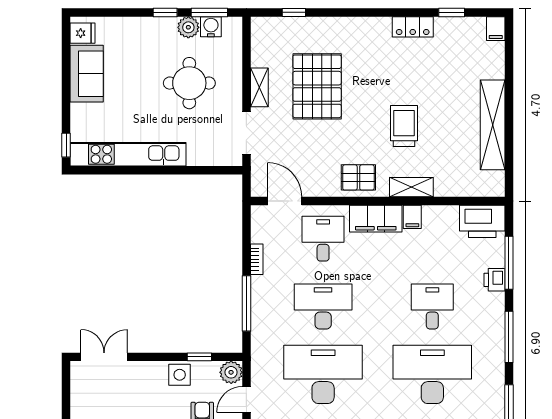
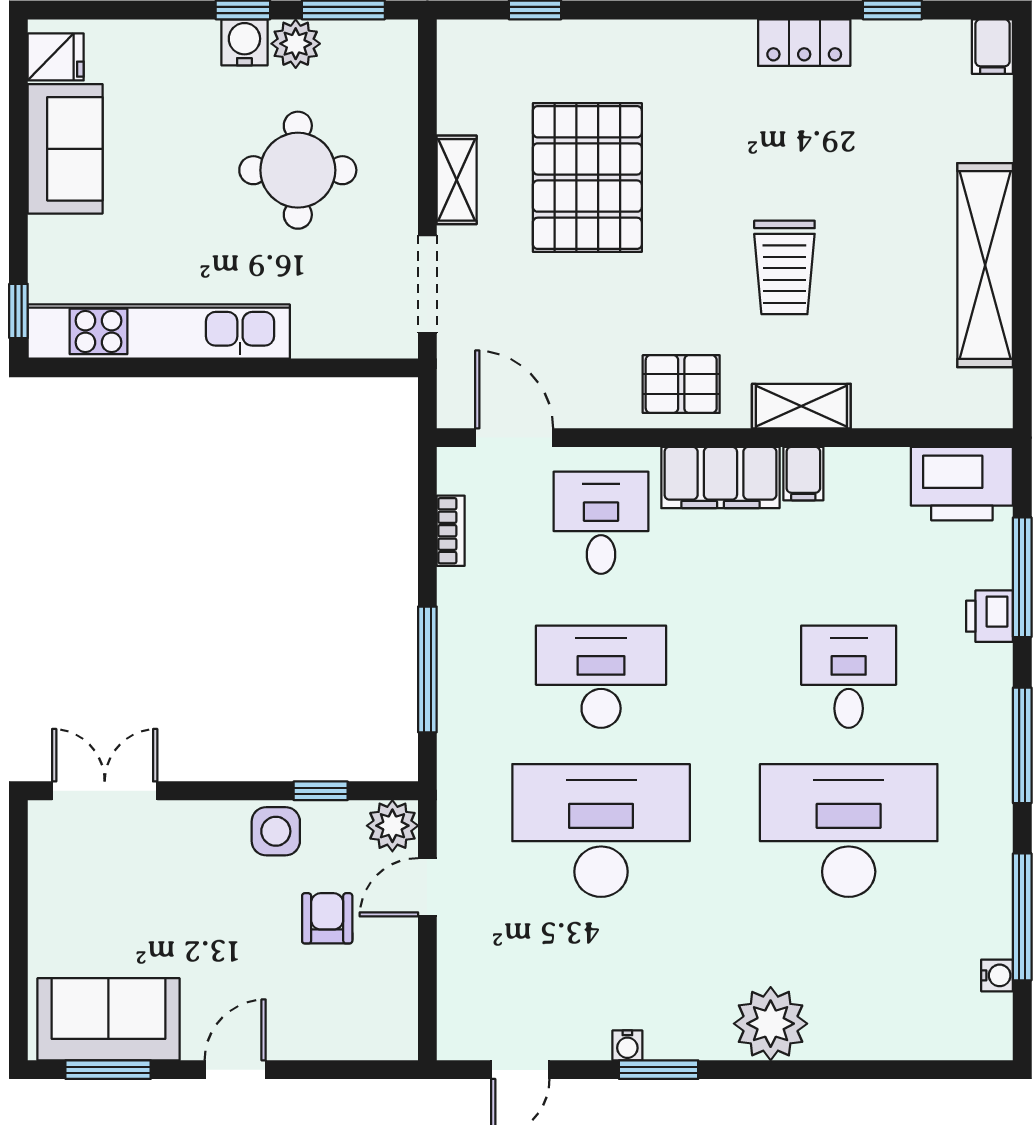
water cooler: (211, 27) -> (244, 42), moved
trolley: (404, 126) -> (784, 267), turned 180
bookcase: (257, 259) -> (451, 531), moved

